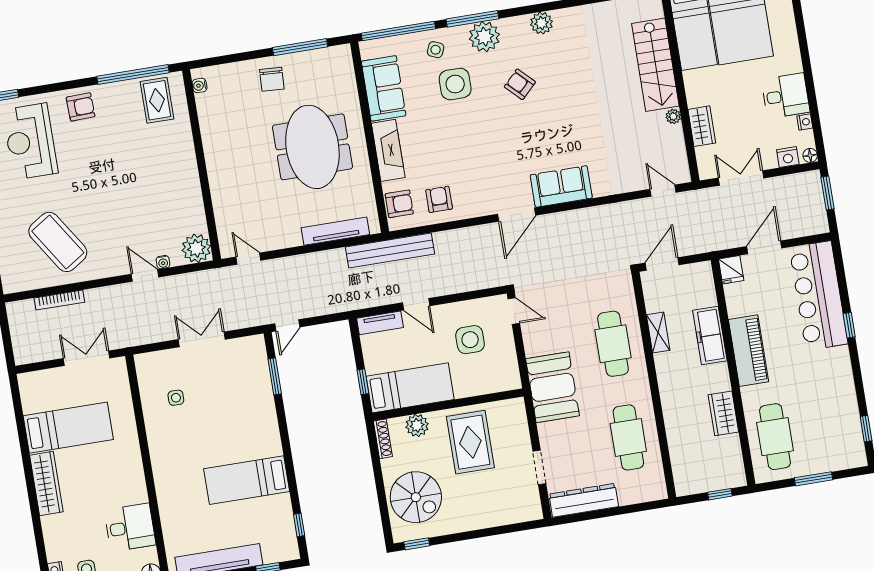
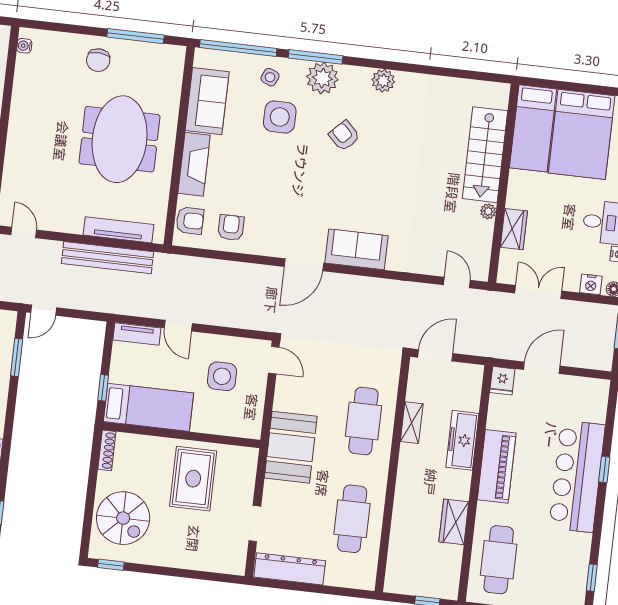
bench: (390, 250) -> (107, 258), moved
bar counter: (819, 296) -> (577, 476), moved
plant: (417, 425) -> (145, 447), removed

